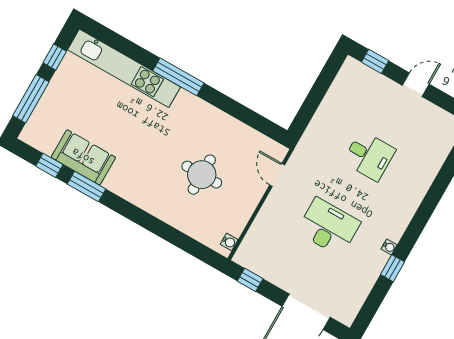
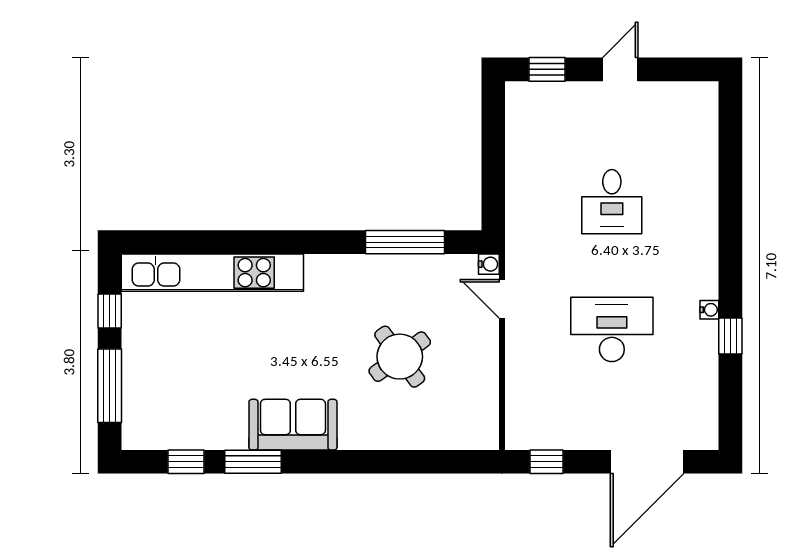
window: (178, 77) -> (405, 242), moved
desk: (369, 156) -> (612, 202), turned 90
sofa: (83, 157) -> (293, 425), moved
round table: (202, 175) -> (400, 357), turned -36
water cooler: (229, 242) -> (489, 264), moved

